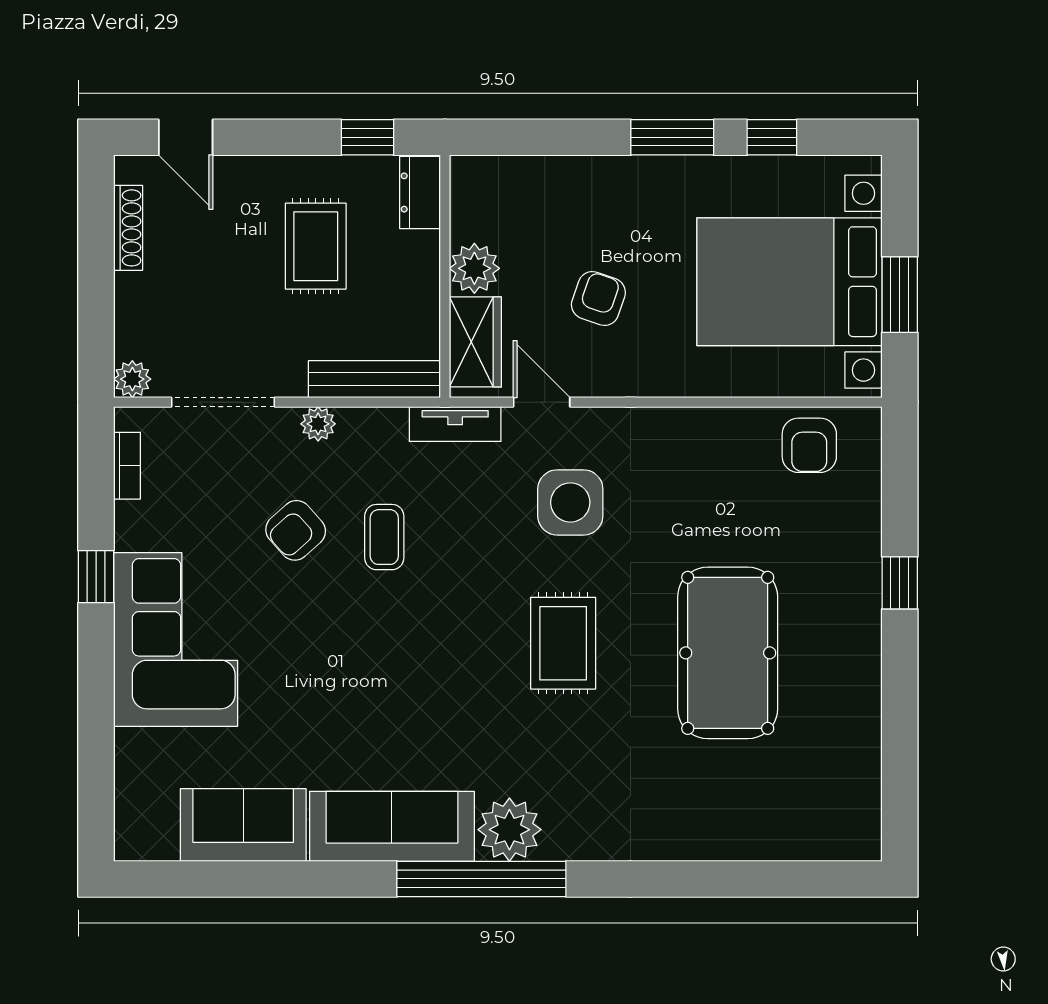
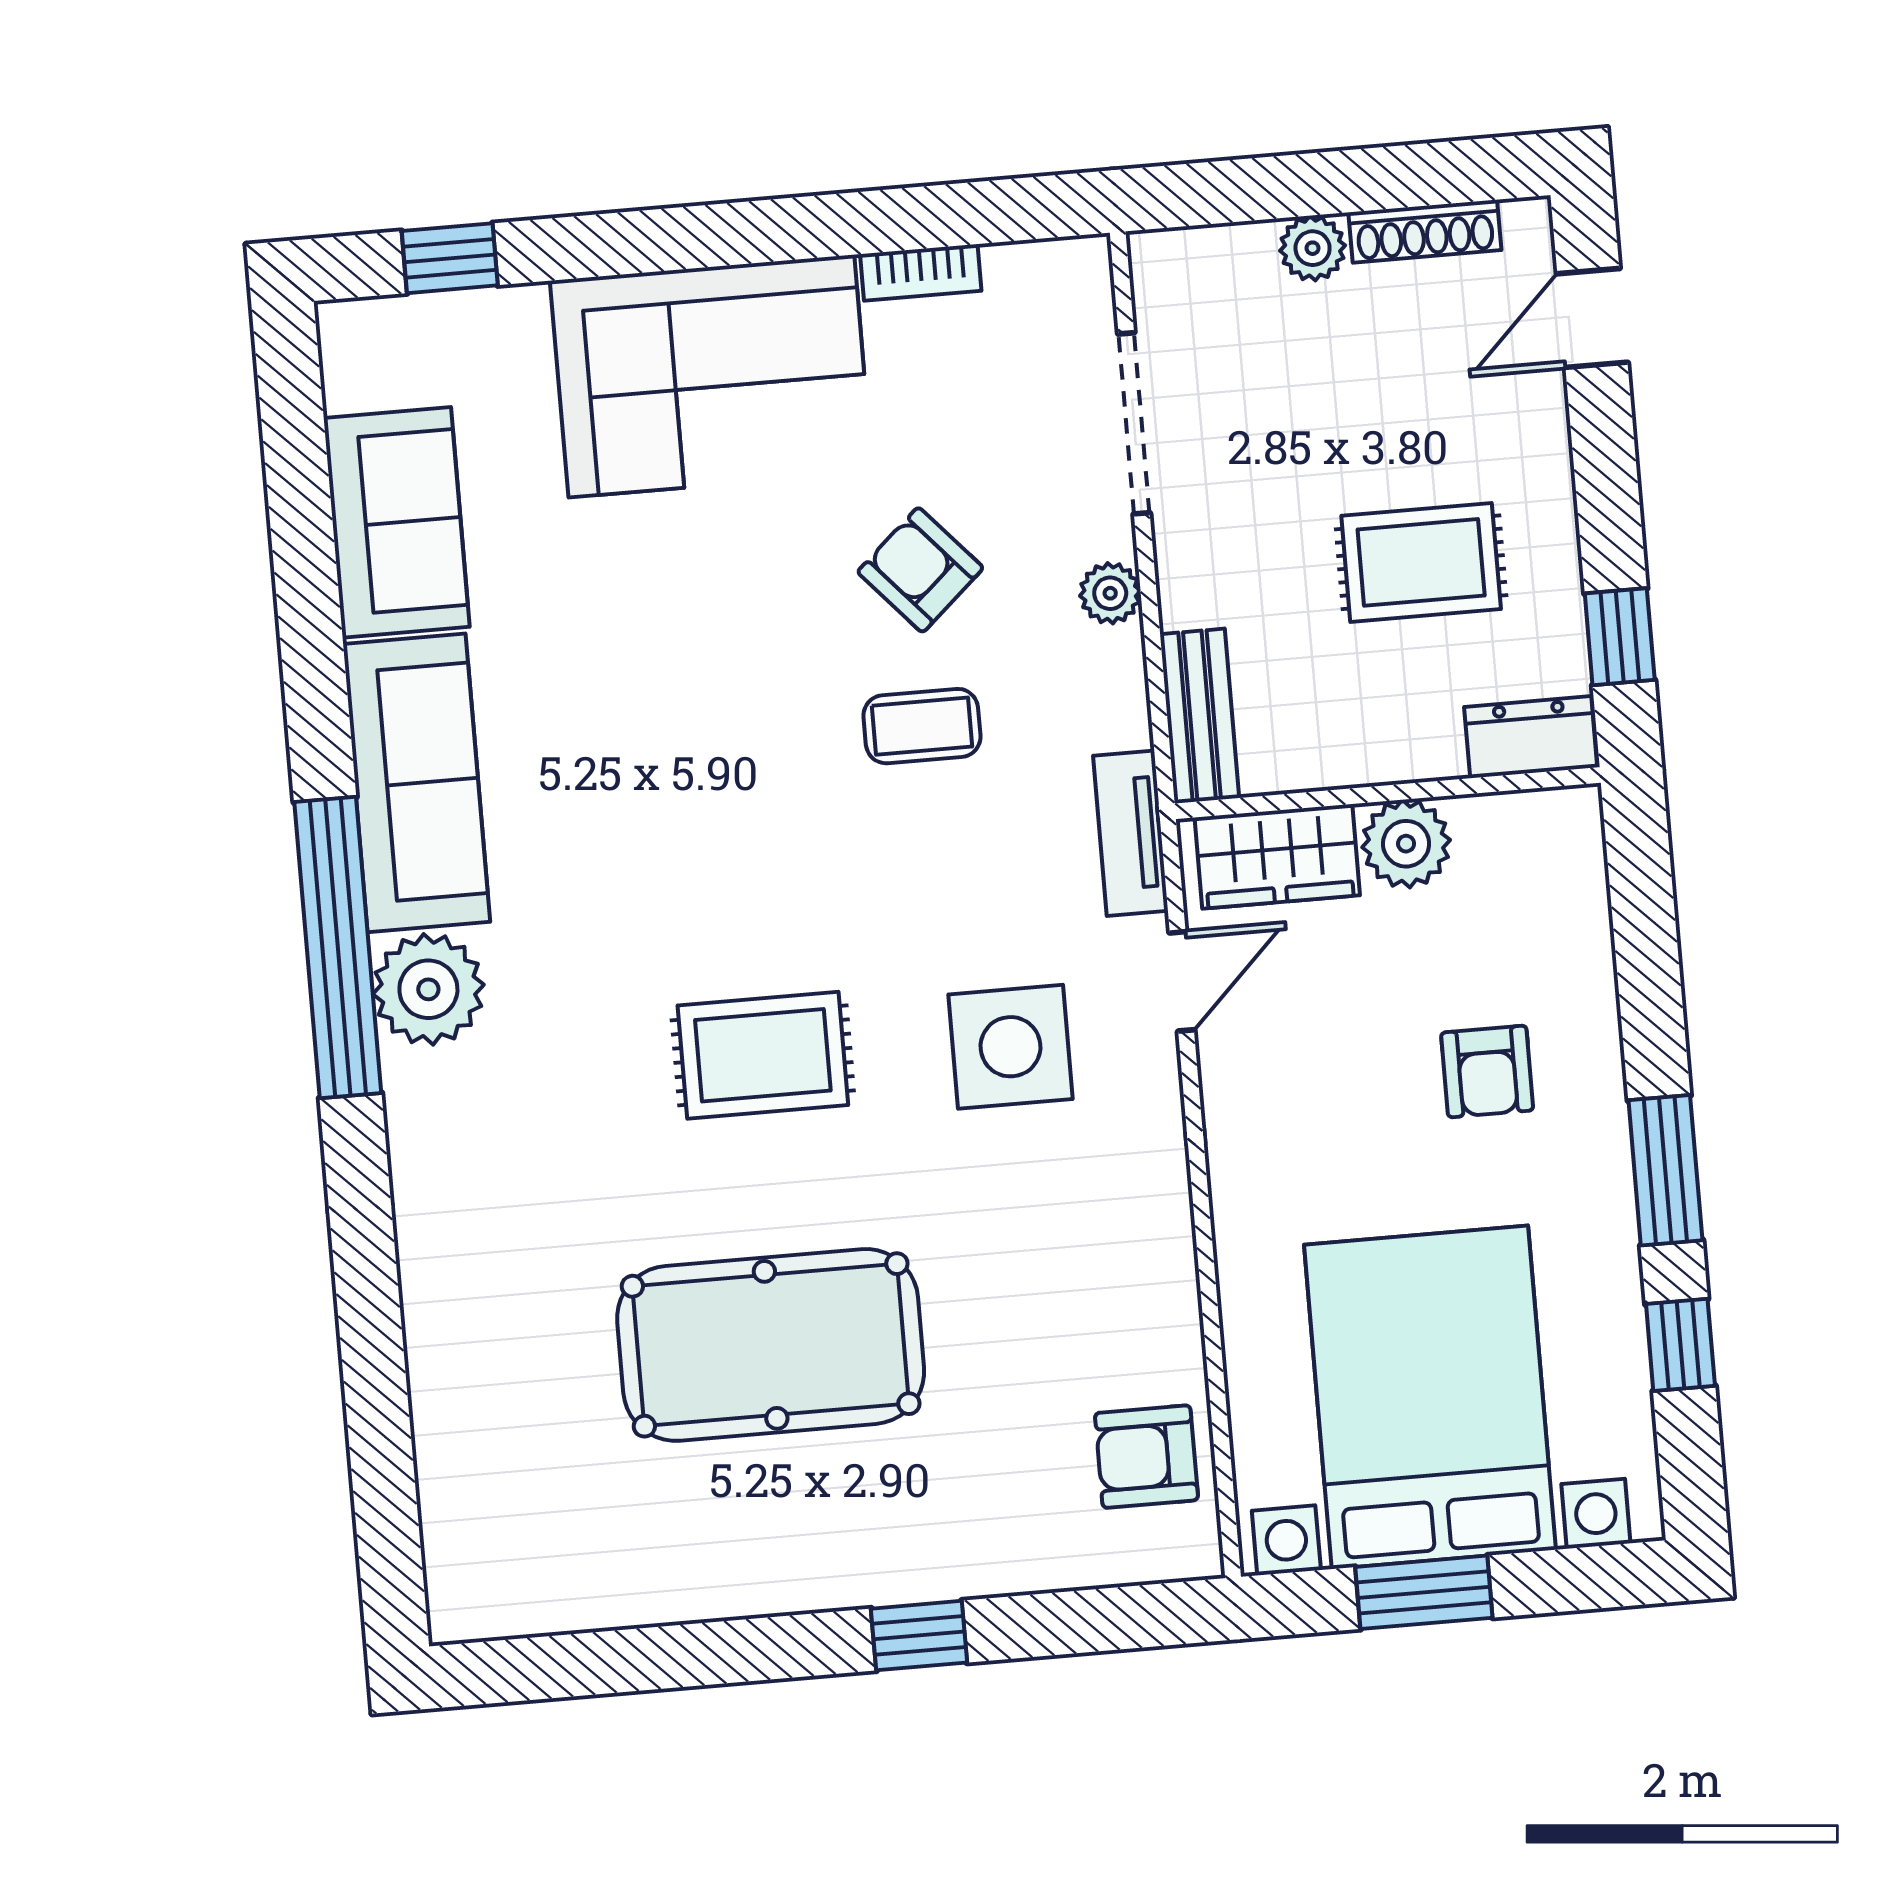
armchair: (598, 299) -> (1487, 1071), moved, turned 71
plant: (132, 379) -> (1313, 248), moved
bench: (374, 379) -> (1200, 716), width x0.73
bookcase: (127, 466) -> (921, 273), moved
window: (96, 577) -> (450, 258), moved

